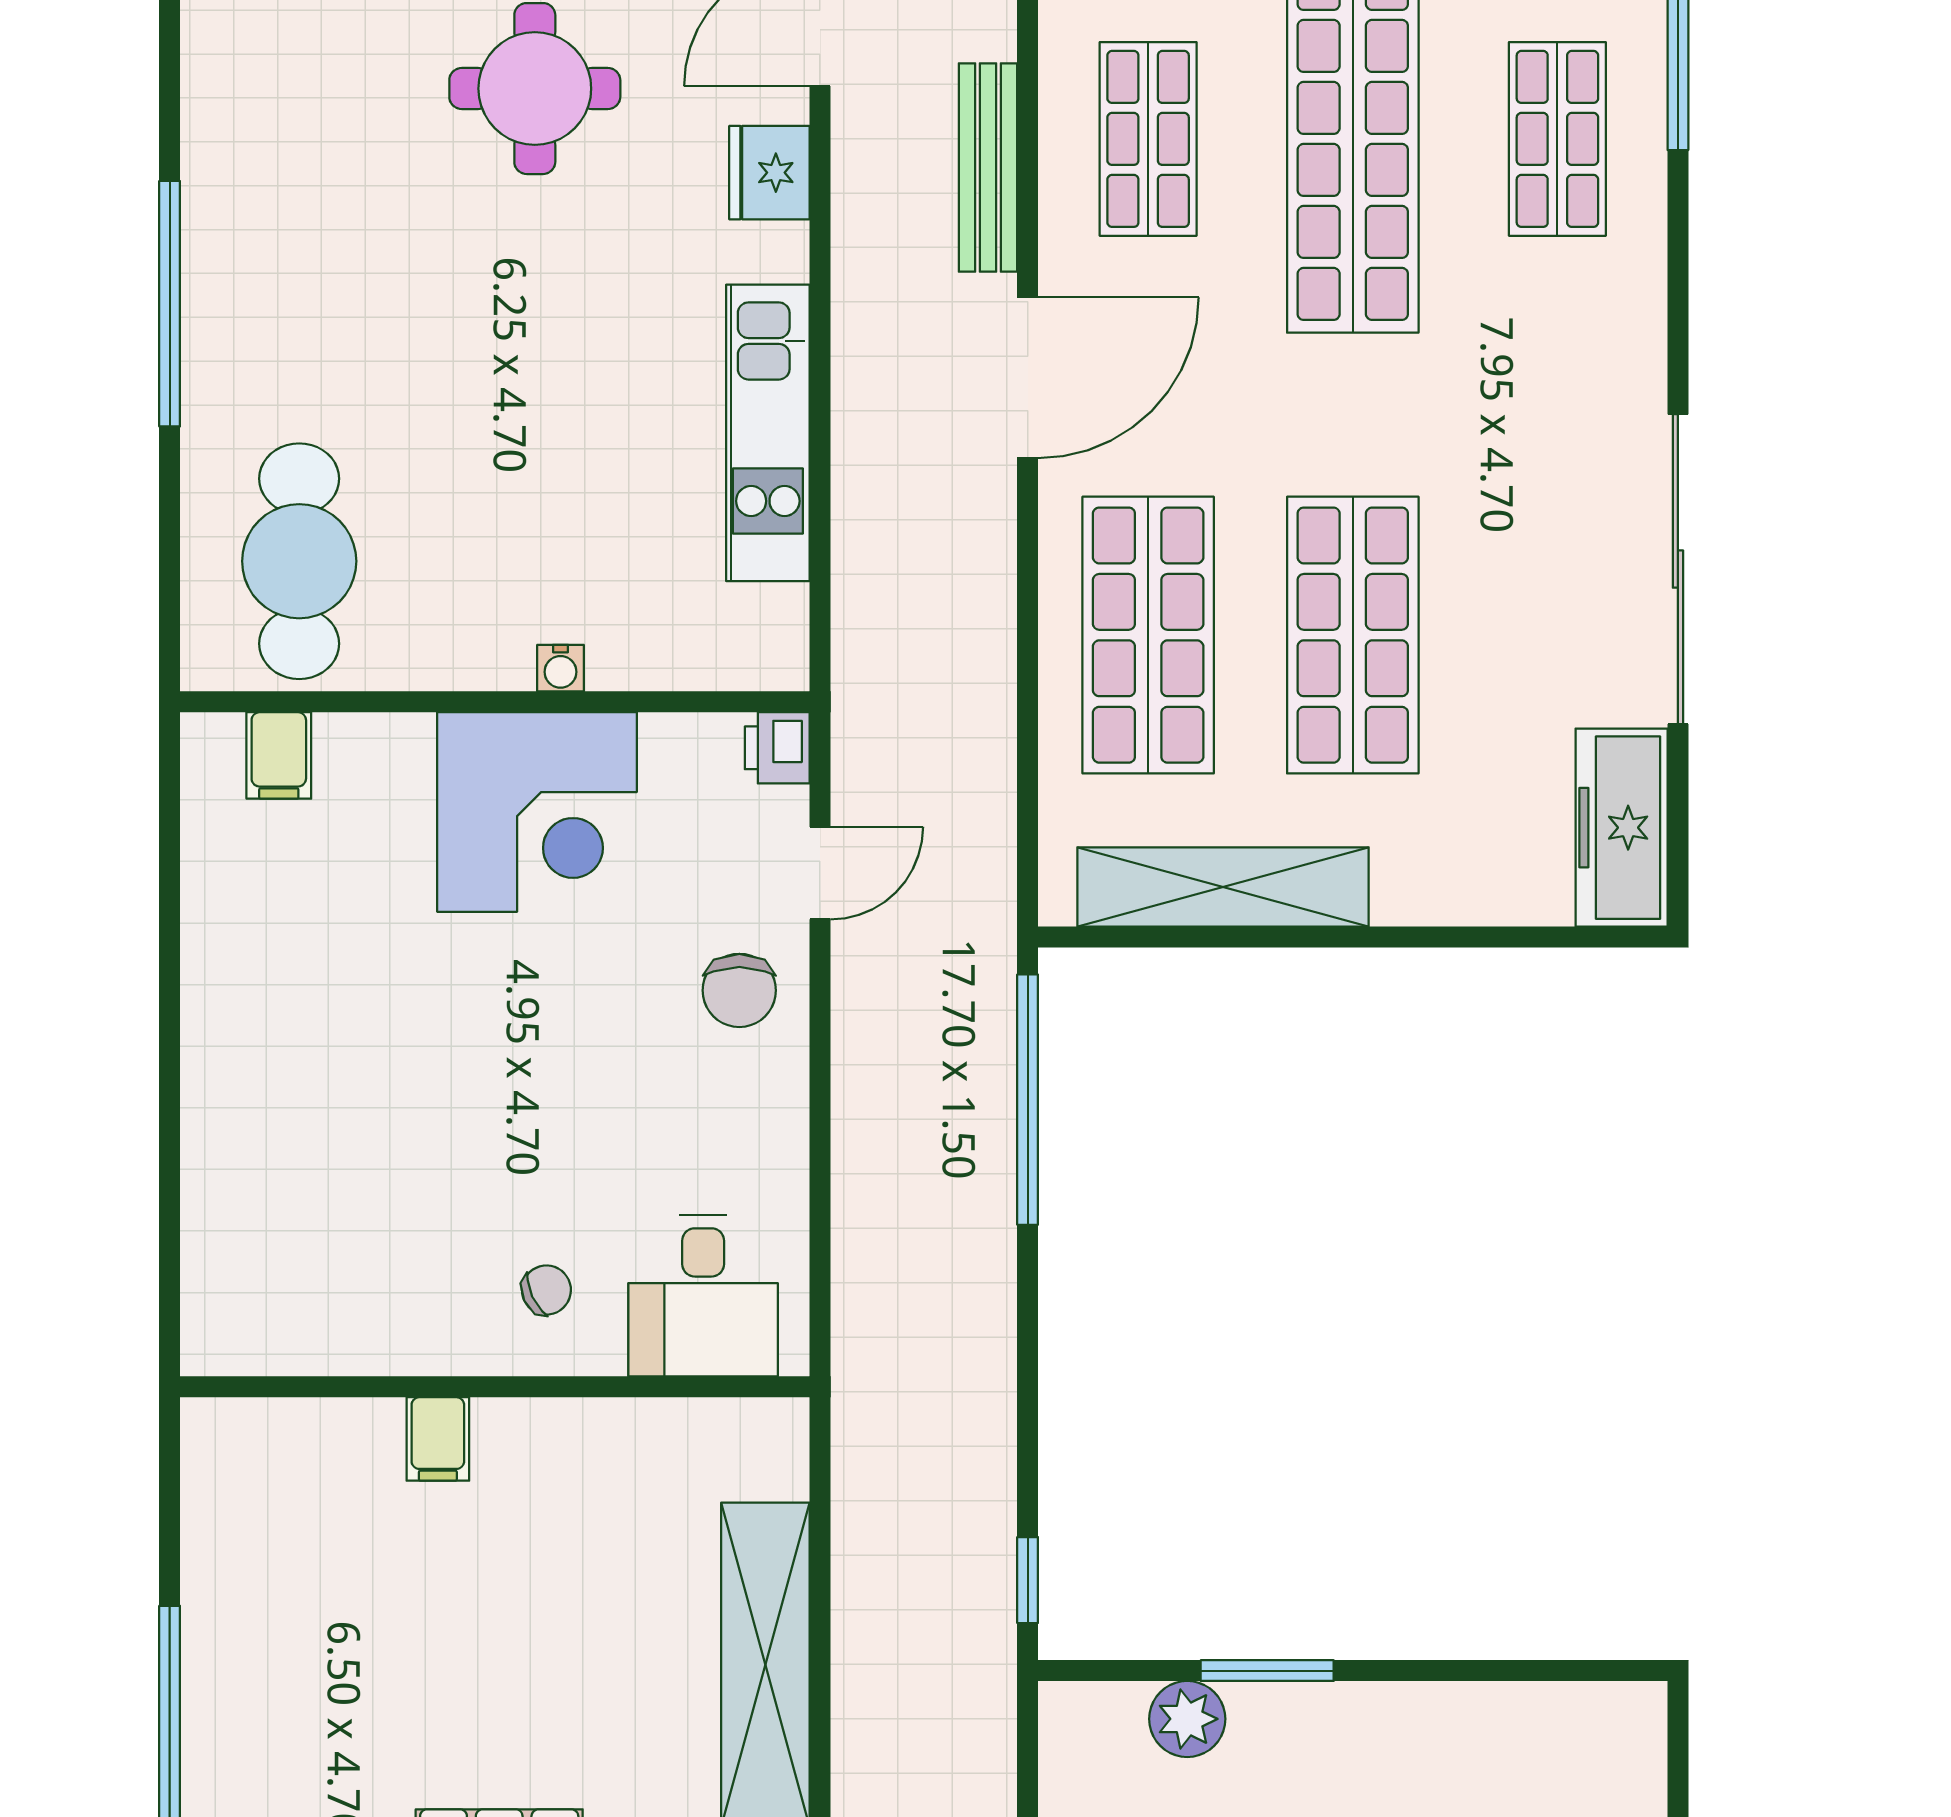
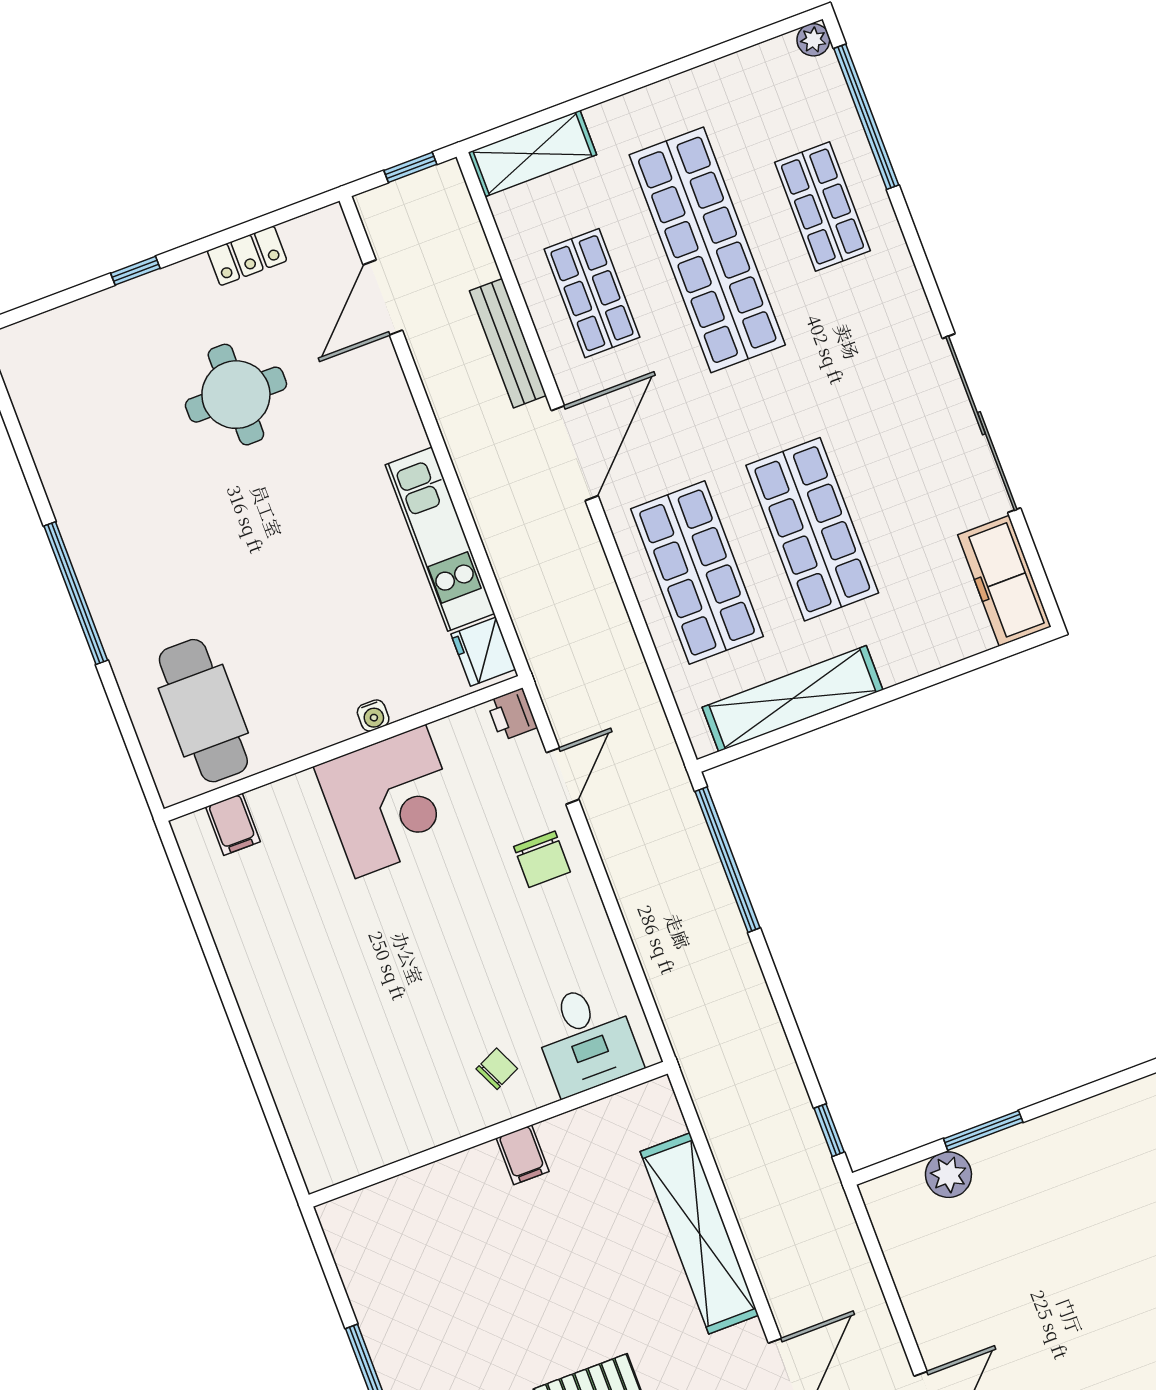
fridge: (769, 173) -> (483, 652), moved
filing cabinet: (438, 1439) -> (523, 1155), moved

